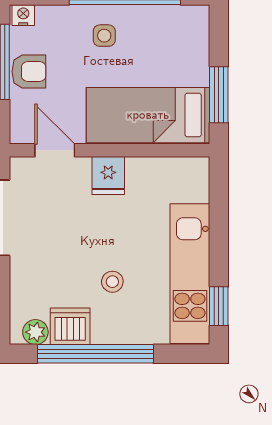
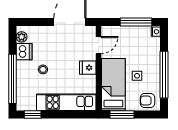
side table: (104, 36) -> (137, 76), moved
armchair: (29, 72) -> (148, 100), moved, turned 90
kitchen unit: (190, 274) -> (66, 102), moved
window: (95, 354) -> (12, 79), moved

